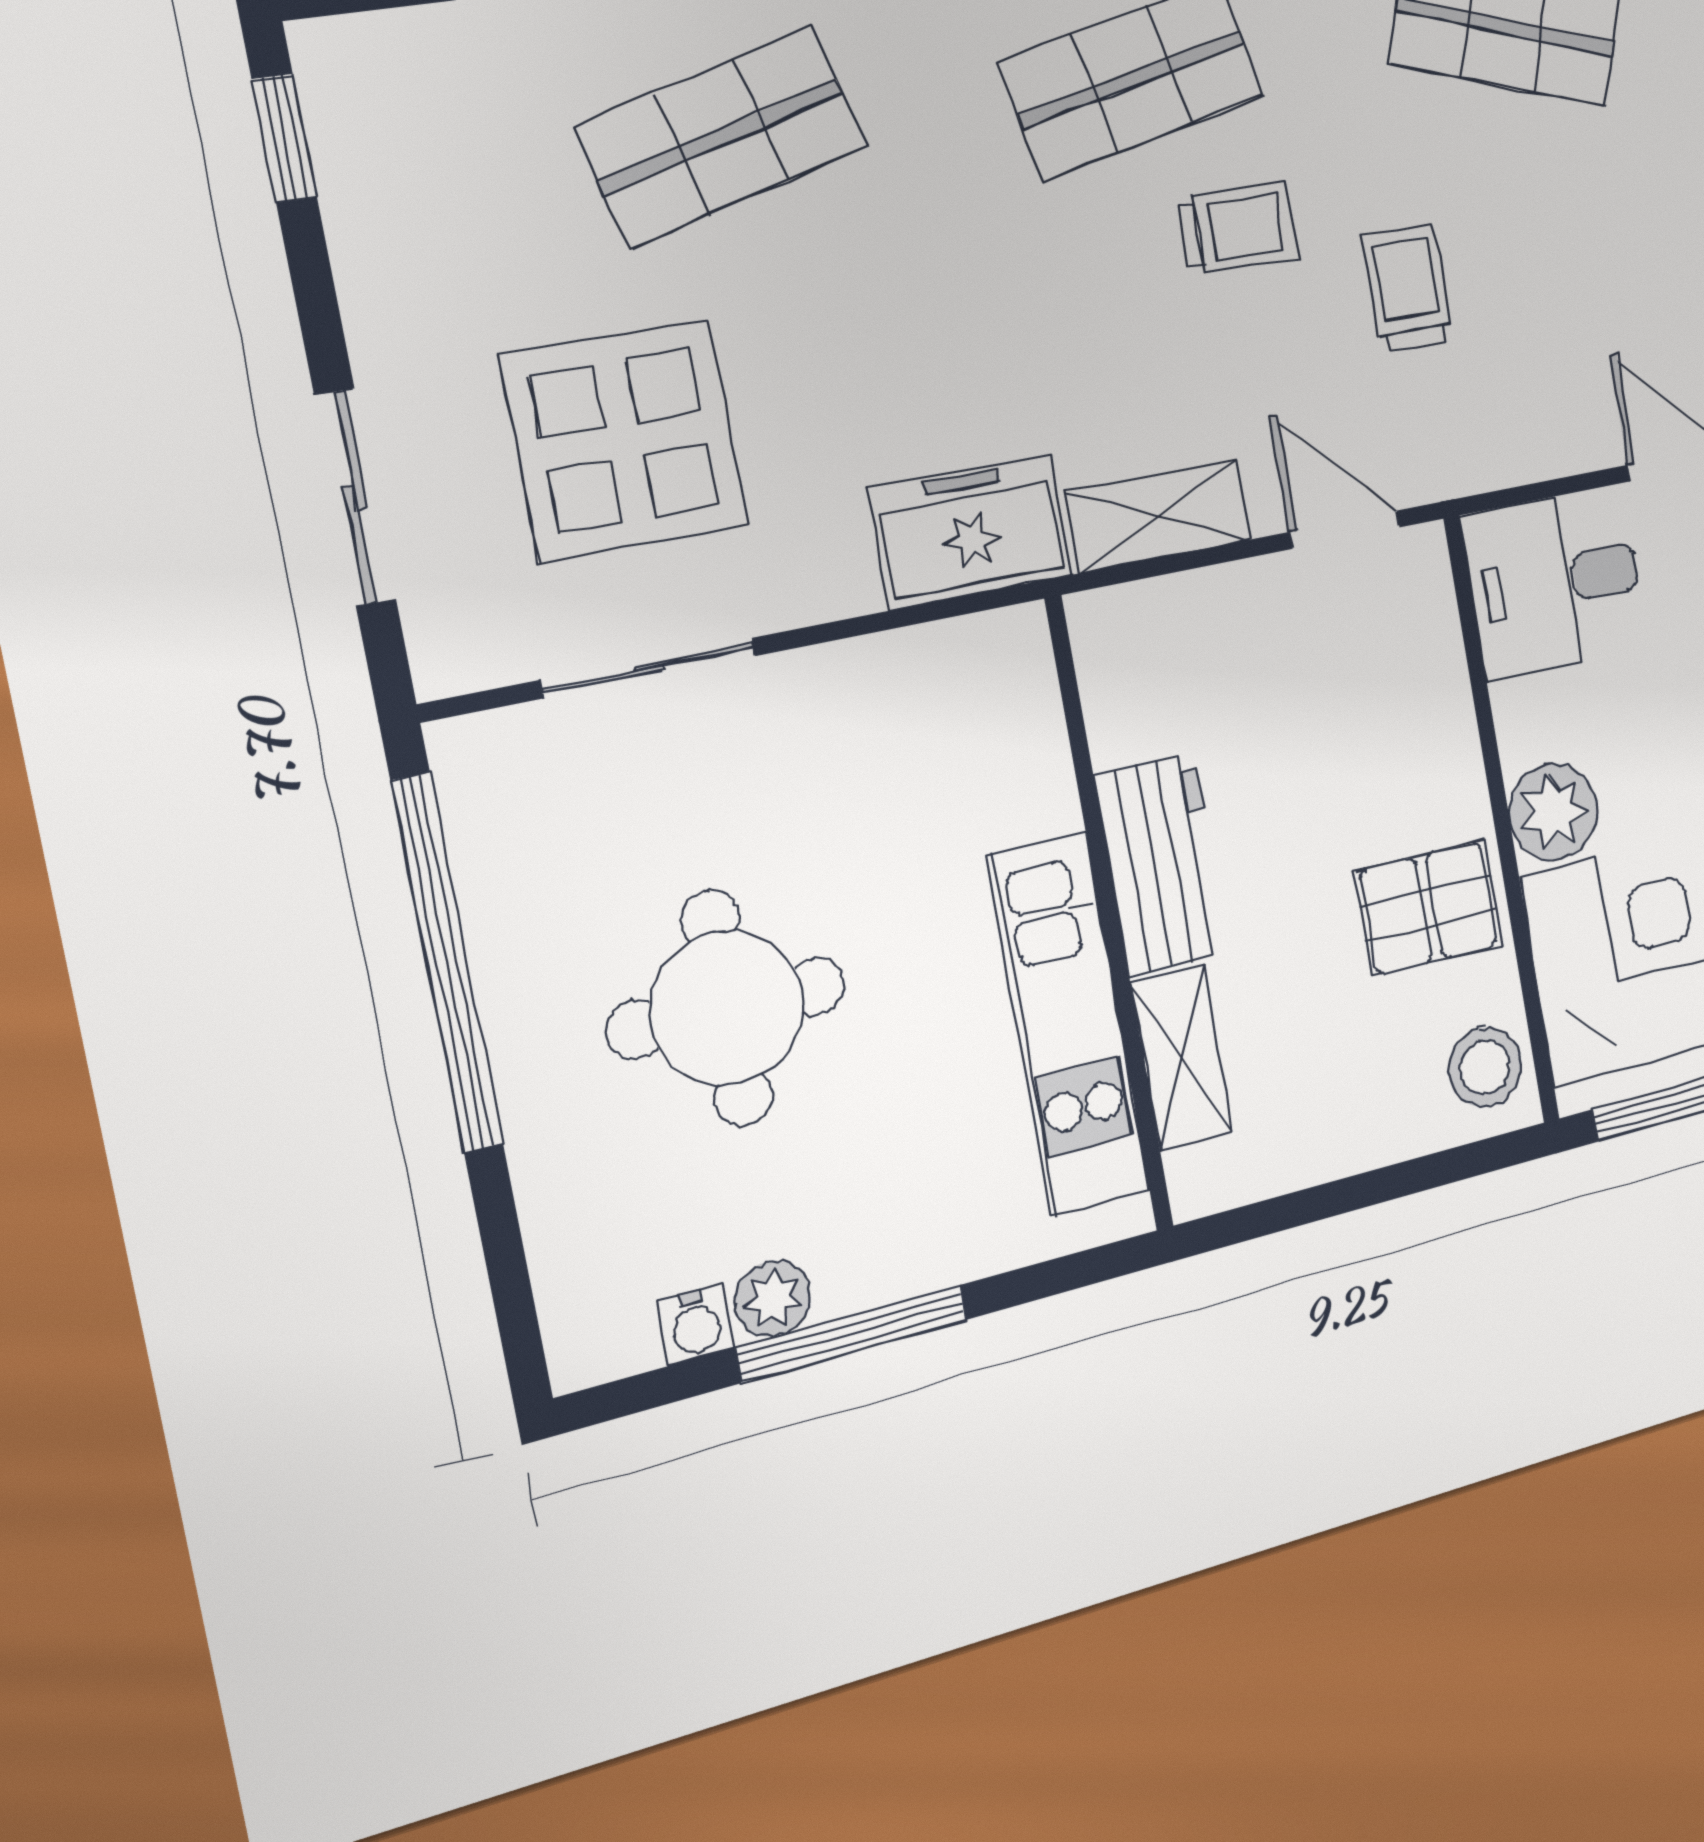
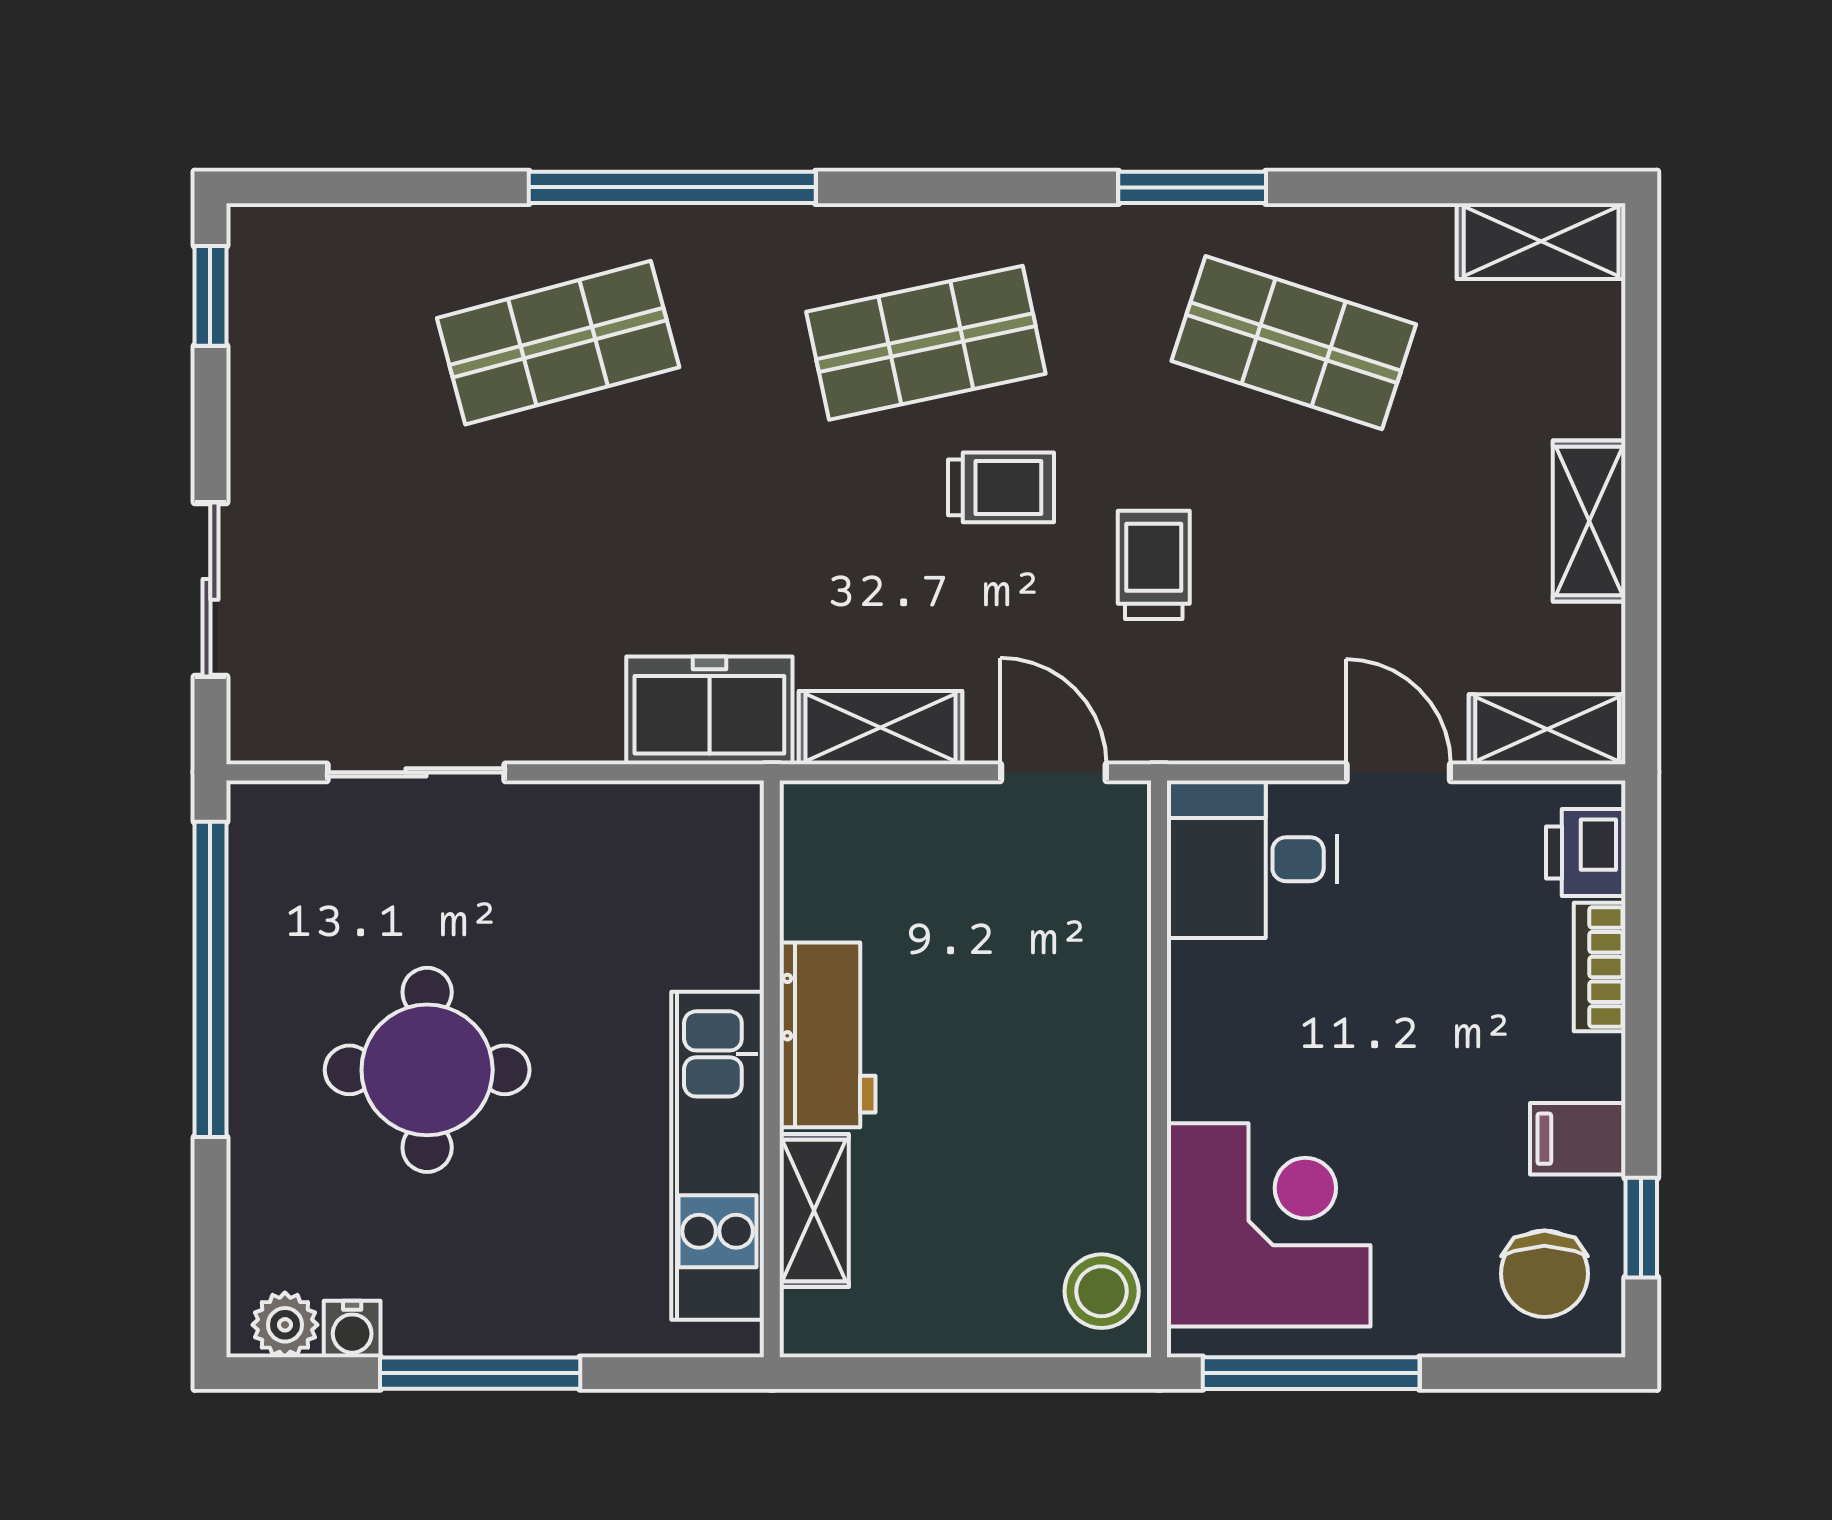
display table: (625, 441) -> (431, 581), removed
plant: (1553, 812) -> (1212, 1071), removed
pallet: (1429, 908) -> (1073, 1132), removed
plant: (773, 1299) -> (285, 1325), moved

